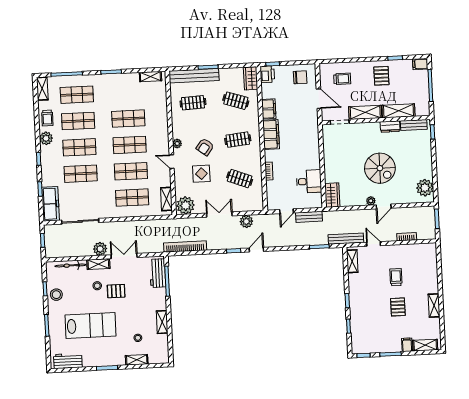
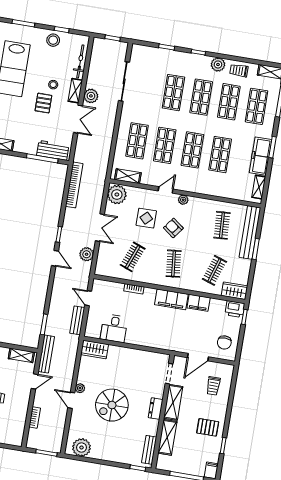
dresser: (390, 127) -> (156, 409), moved
freezer: (51, 204) -> (261, 156), moved, turned 90

